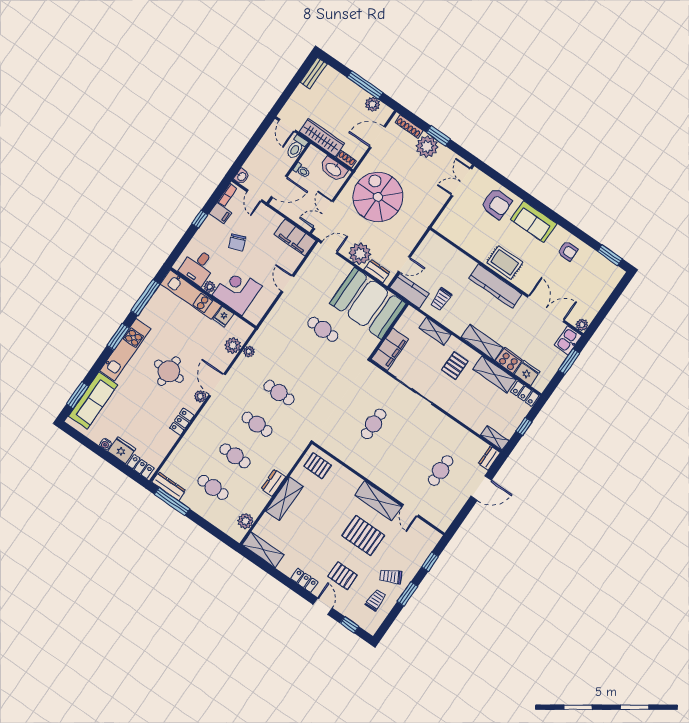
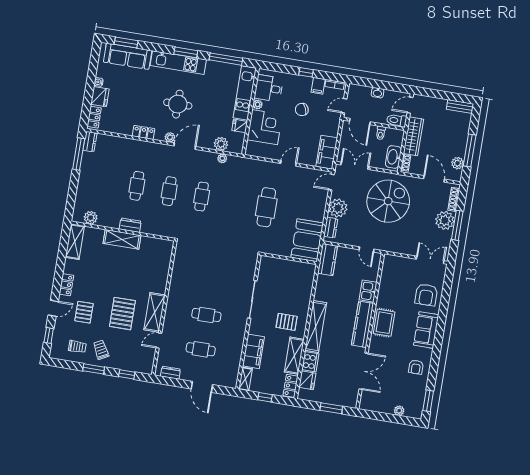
window: (438, 136) -> (457, 225), width x1.44
washbasin: (242, 176) -> (378, 93), moved
door: (329, 248) -> (331, 182), swing flipped
door: (404, 264) -> (367, 249), moved
trolley: (441, 299) -> (333, 287), removed
booth: (368, 303) -> (307, 240), width x0.73, depth x0.70
plant: (582, 325) -> (399, 411), moved
cafe table: (323, 329) -> (266, 207), width x1.37, depth x1.35
shelving: (435, 331) -> (306, 294), removed
kitchen sink: (568, 340) -> (368, 291), moved, turned -90
shelving: (482, 342) -> (316, 327), width x1.47
filing cabinet: (390, 349) -> (253, 351), moved, turned -90
cafe table: (374, 424) -> (206, 315), moved
dresser: (489, 458) -> (171, 373), moved
pallet: (318, 466) -> (159, 253), removed
dresser: (169, 486) -> (90, 142), width x0.70
cafe table: (213, 487) -> (105, 180), removed

